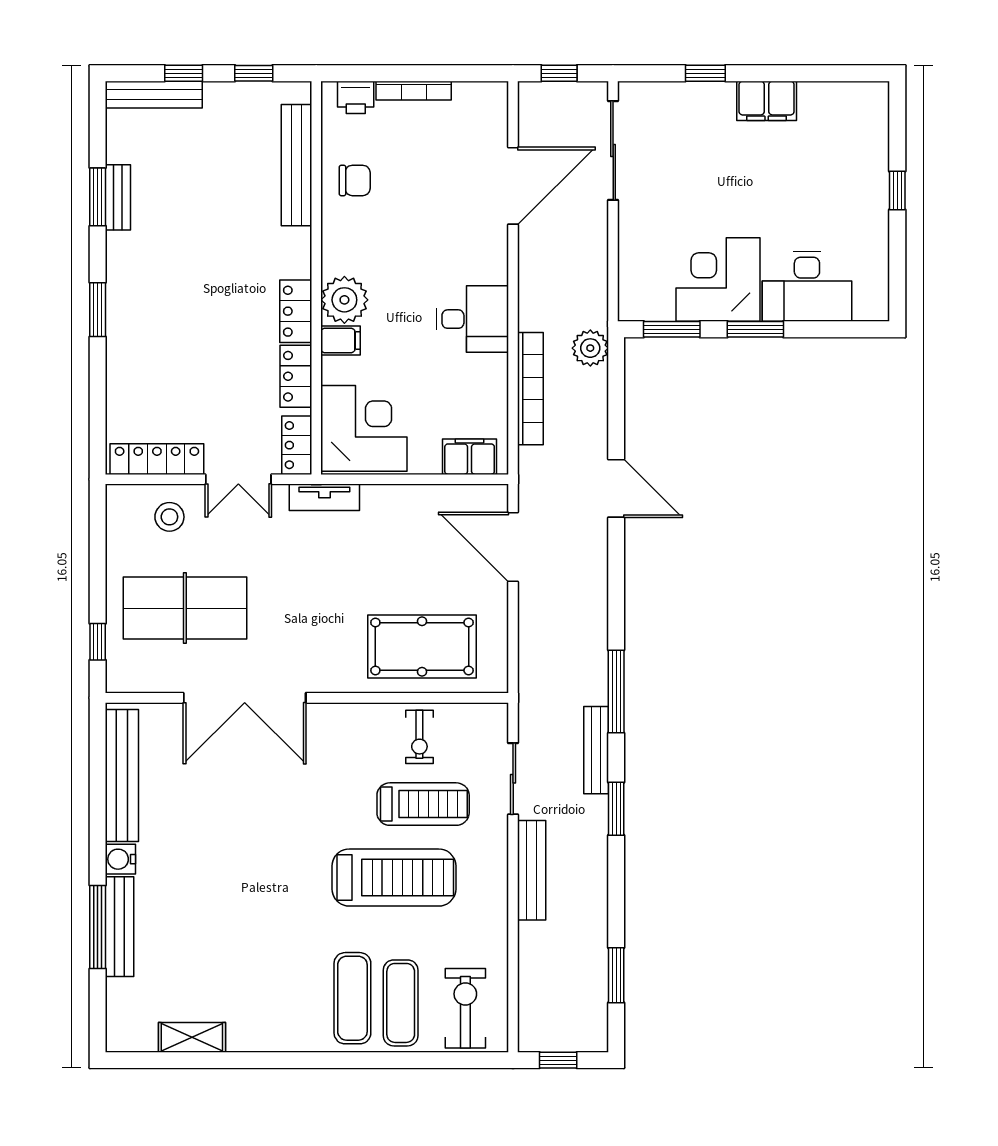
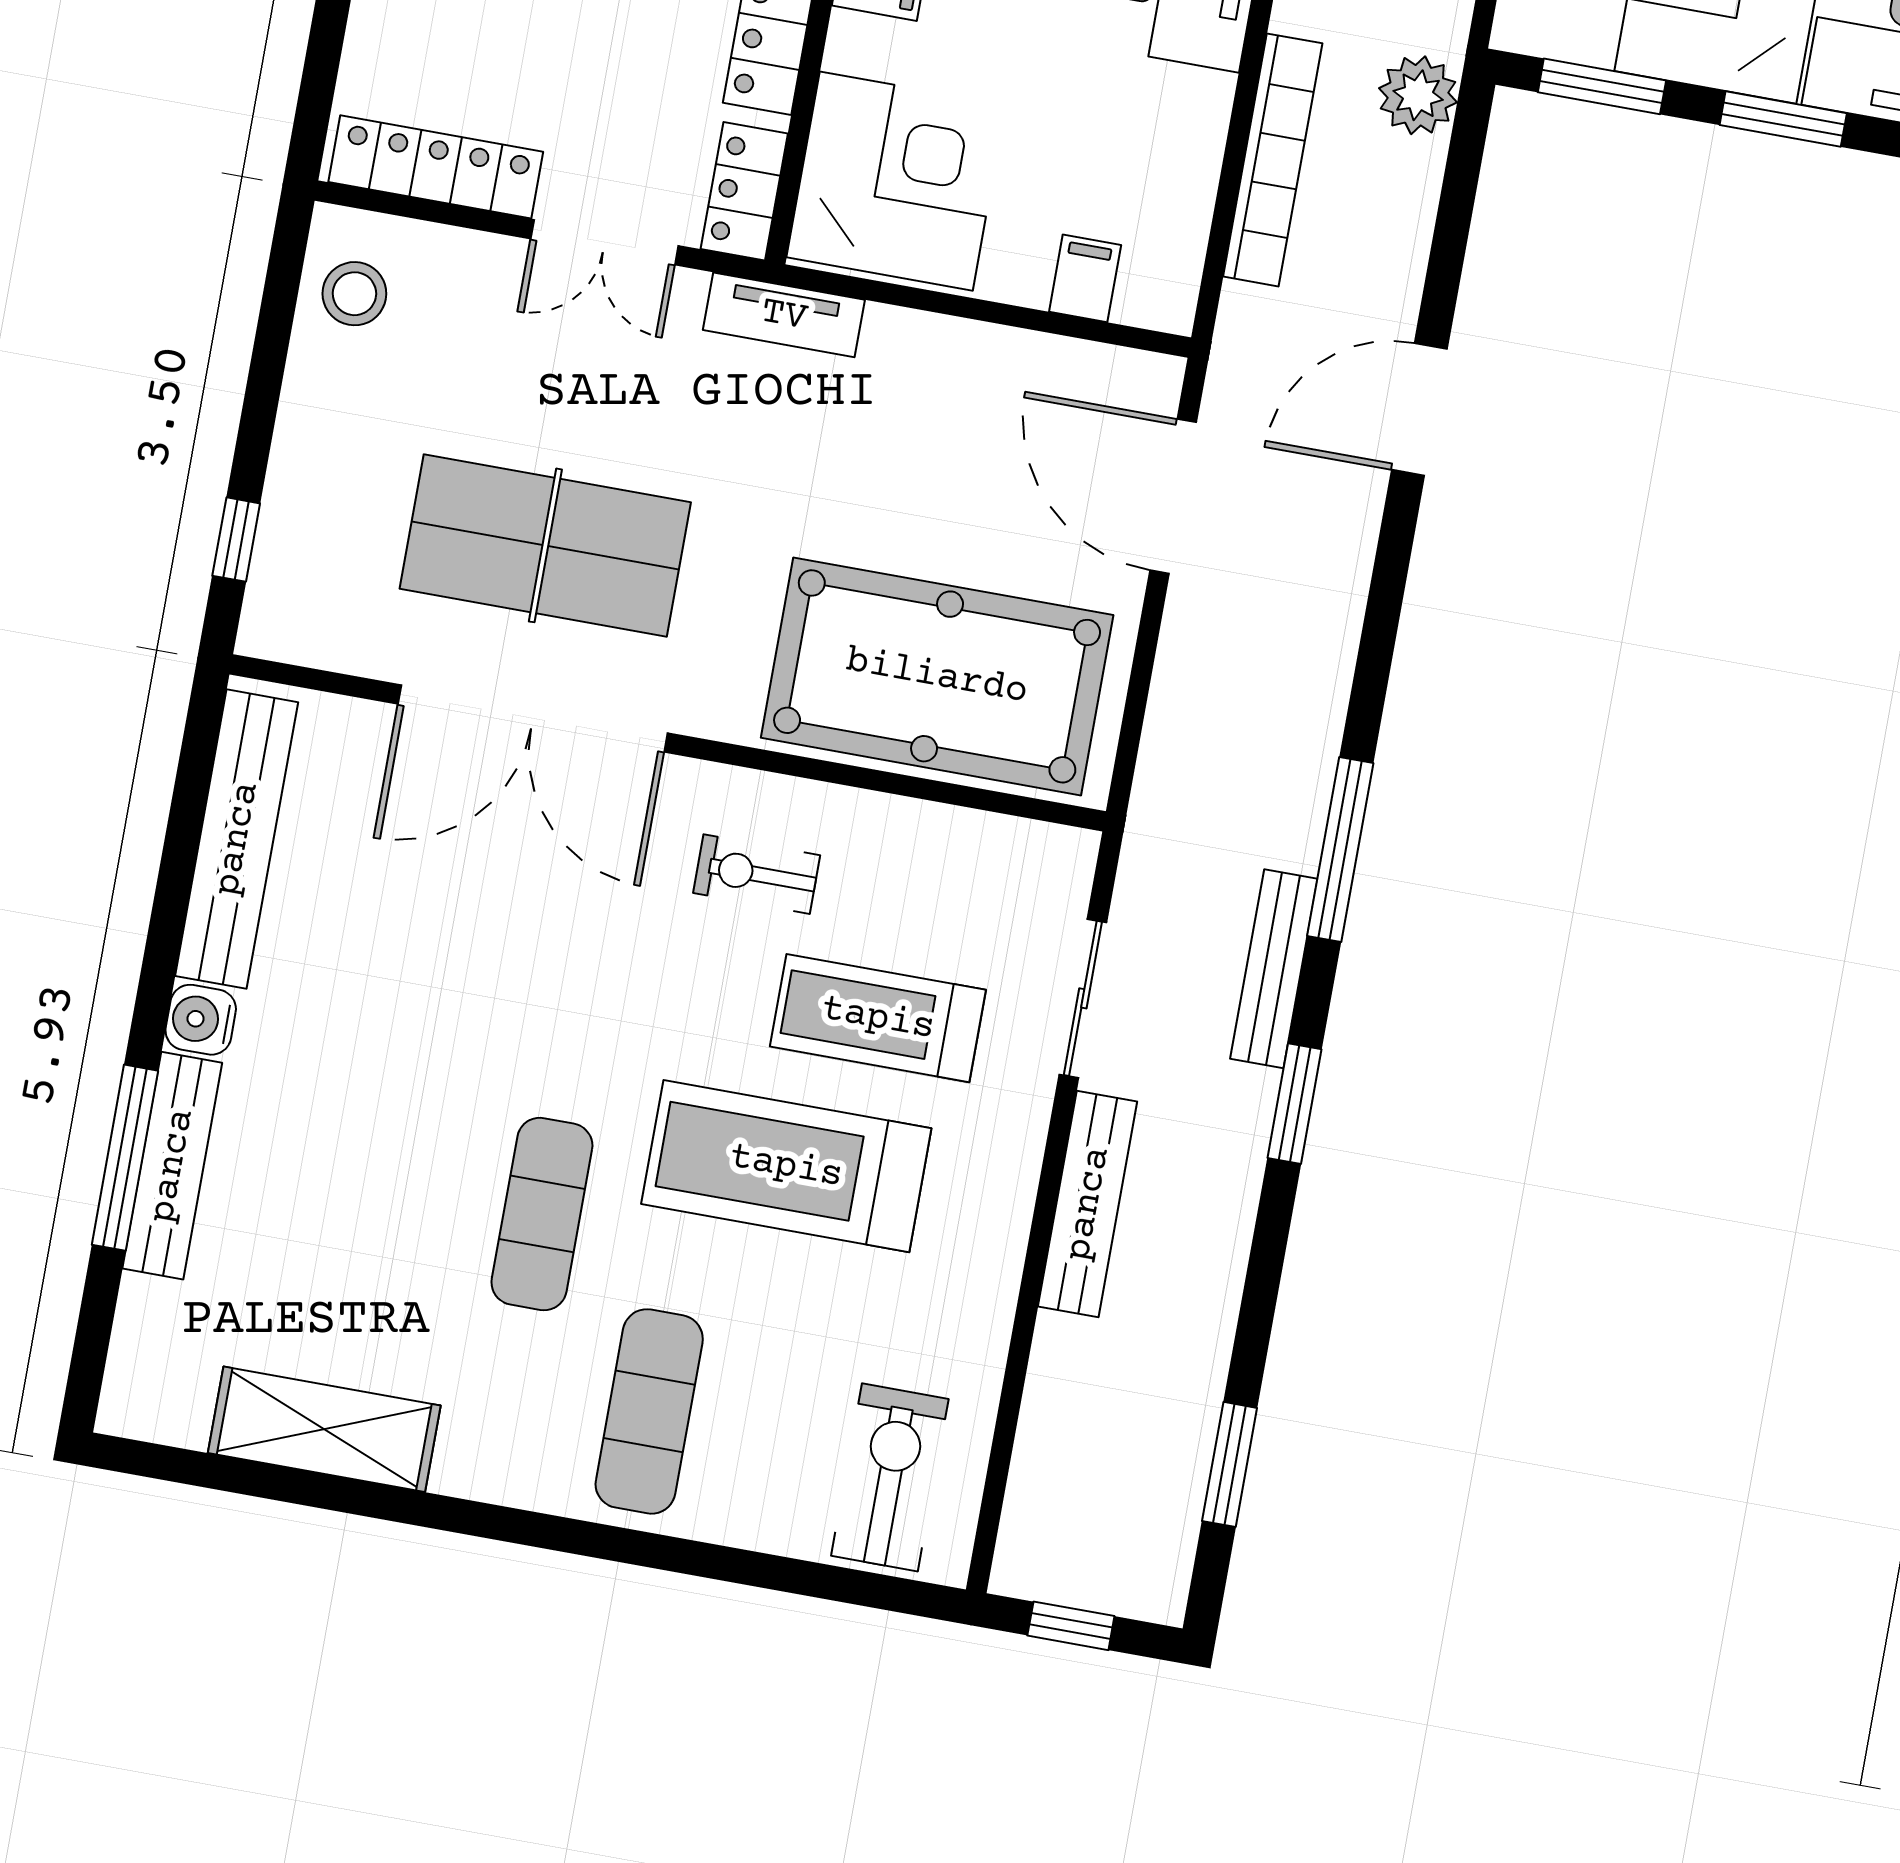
filing cabinet: (470, 457) -> (1085, 278), width x0.50
door: (616, 488) -> (1419, 409), swing flipped
stool: (169, 517) -> (354, 294), moved
table tennis table: (185, 608) -> (545, 545), moved
pool table: (422, 646) -> (937, 676), width x1.36, depth x1.32
exercise bike: (419, 737) -> (757, 874), moved, turned 90
treadmill: (423, 804) -> (878, 1018), turned 180
treadmill: (394, 878) -> (786, 1166), turned 180
exercise mat: (401, 1003) -> (542, 1214), moved
shelving: (192, 1037) -> (324, 1429), width x1.50, depth x1.33

